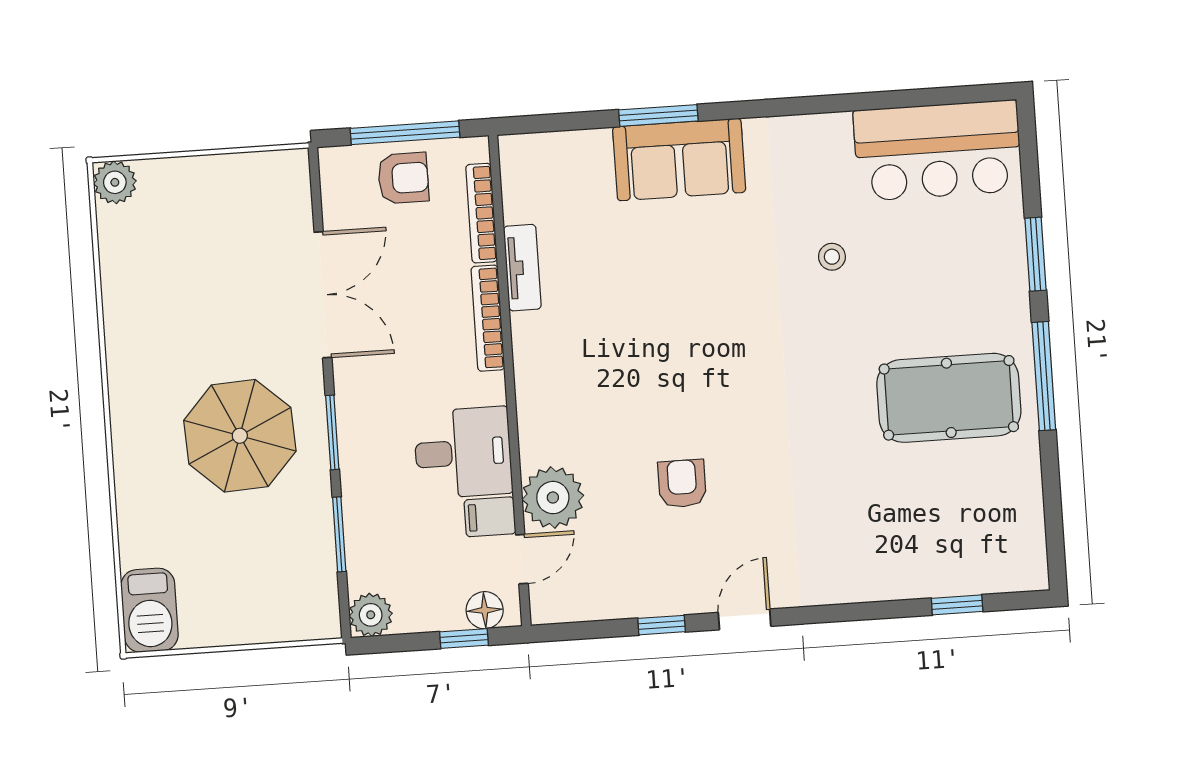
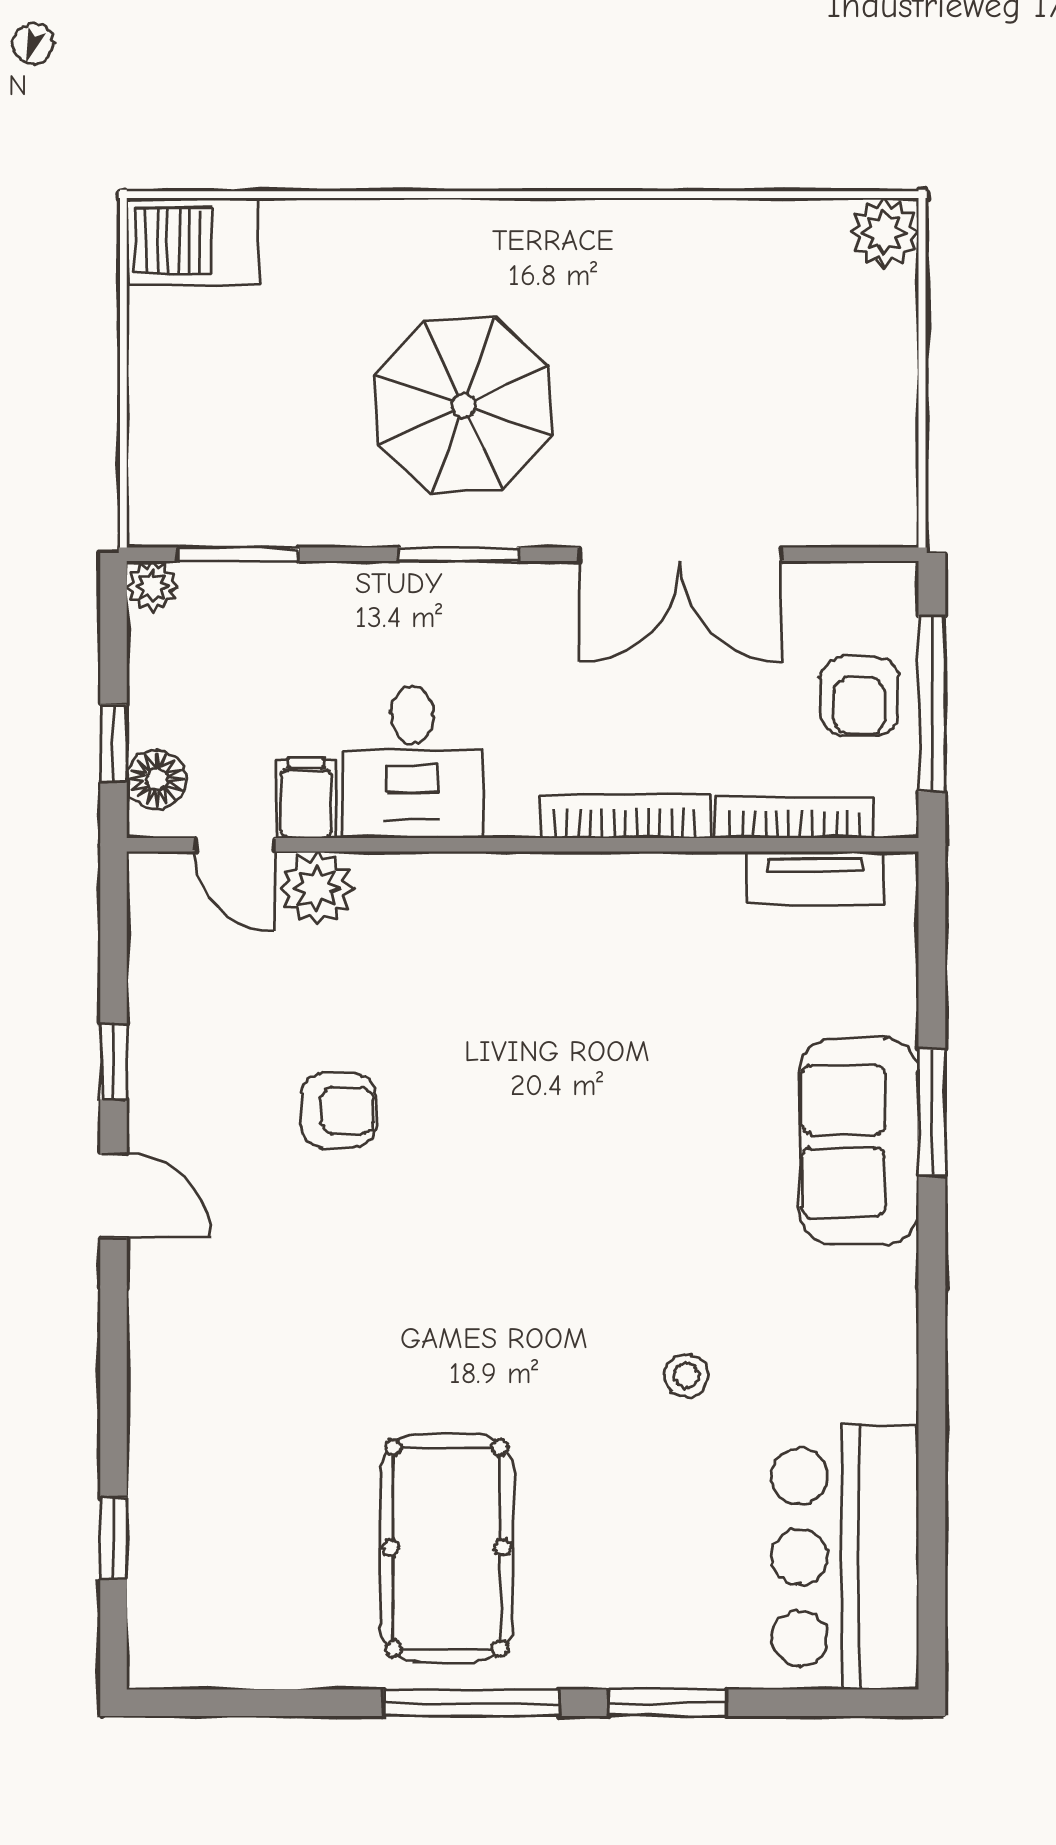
tv unit: (522, 268) -> (815, 877), moved
plant: (553, 498) -> (317, 888), width x0.73, depth x0.73
window: (339, 534) -> (239, 554), moved
plant: (371, 615) -> (152, 586), width x0.73, depth x0.73

